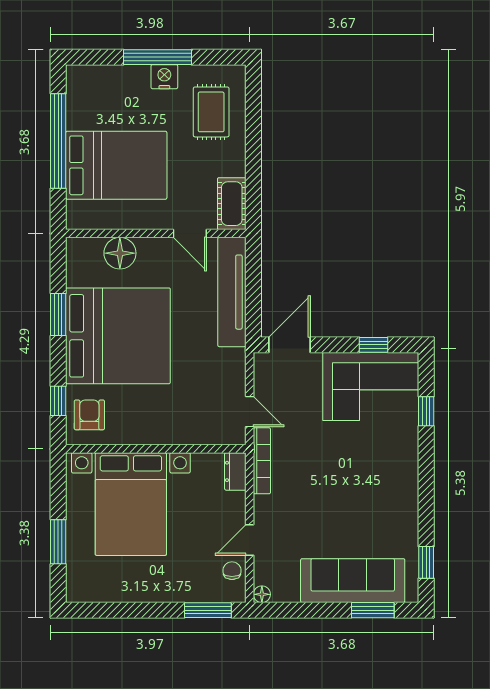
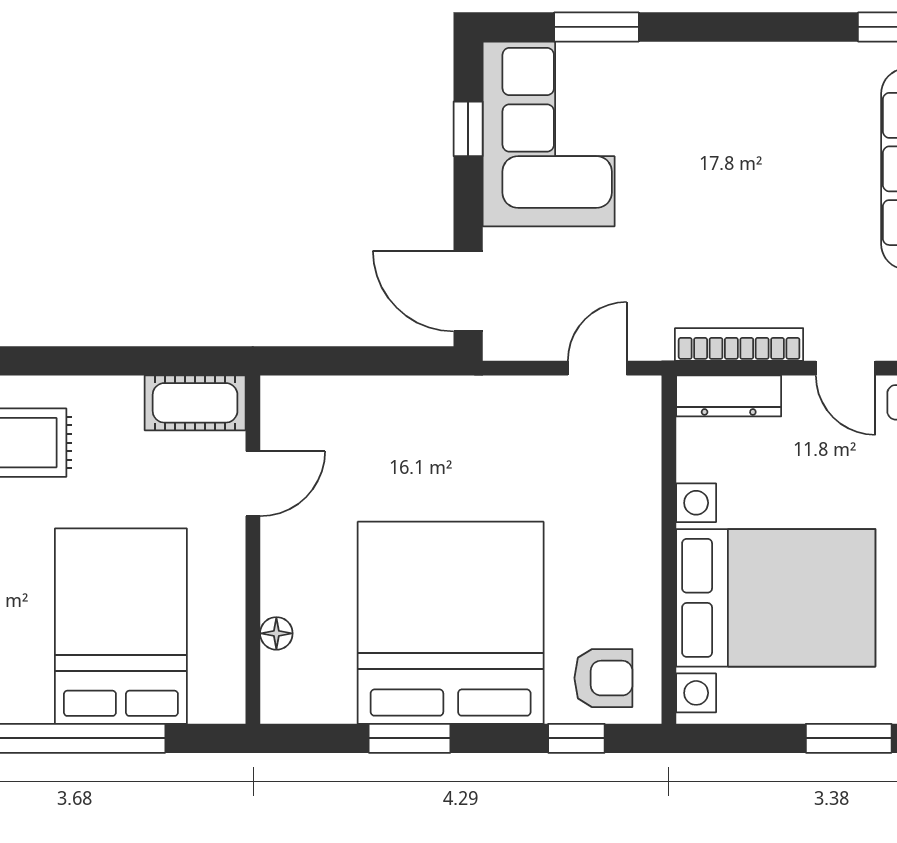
floor lamp: (120, 253) -> (276, 633), width x0.53, depth x0.53
tv unit: (232, 292) -> (366, 402), removed
window: (426, 411) -> (596, 27), width x1.50
armchair: (89, 415) -> (603, 678), turned 180
bookcase: (262, 461) -> (739, 344), moved
dresser: (235, 471) -> (729, 396), width x1.44

